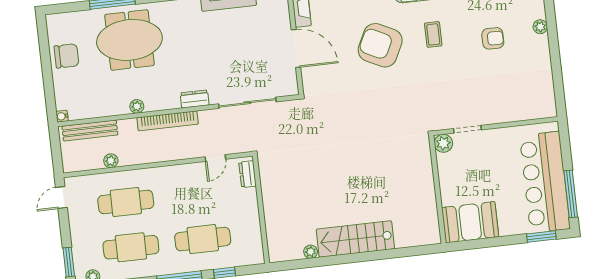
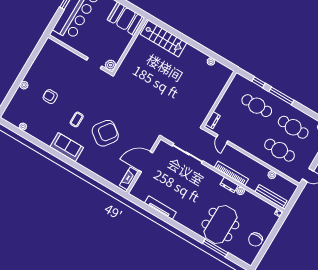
meeting table: (129, 40) -> (220, 225), turned 90
armchair: (380, 45) -> (105, 133), turned -80
door: (296, 48) -> (146, 162), hinge flipped
chair: (66, 56) -> (255, 239), turned -90
dresser: (195, 99) -> (229, 185), moved
door: (215, 158) -> (222, 139), swing flipped
stairs: (355, 239) -> (163, 38), moved

